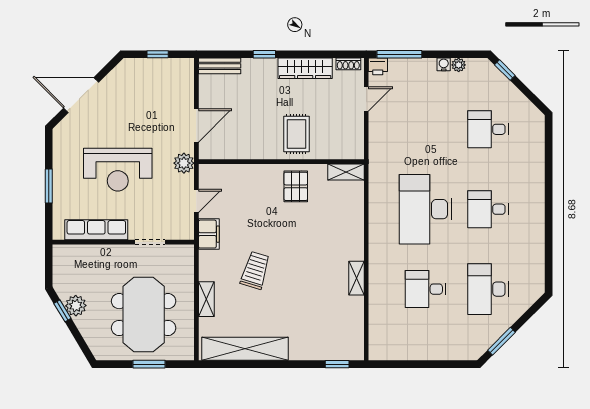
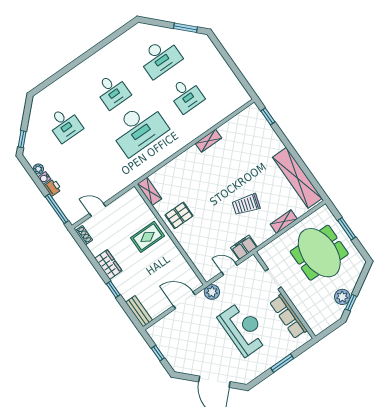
printer: (378, 66) -> (53, 188), moved
wardrobe: (305, 68) -> (108, 265), width x0.67
meeting table: (144, 315) -> (319, 253), turned 90

